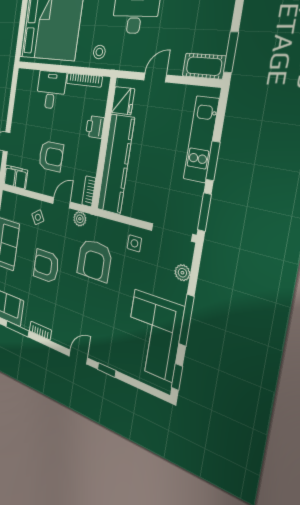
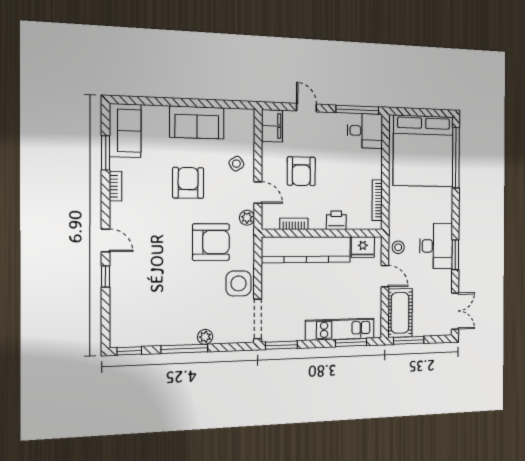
stool: (99, 52) -> (398, 247), moved
cot: (204, 66) -> (400, 313), width x1.37, depth x1.34
desk: (51, 90) -> (365, 131), moved
window: (13, 93) -> (357, 110), added
window: (213, 161) -> (351, 342), moved
bookcase: (89, 191) -> (294, 224), moved
side table: (134, 243) -> (239, 283), width x1.87, depth x1.87
armchair: (94, 260) -> (211, 242), turned 180
plant: (182, 273) -> (205, 337), moved
corner sofa: (153, 335) -> (159, 320), removed

